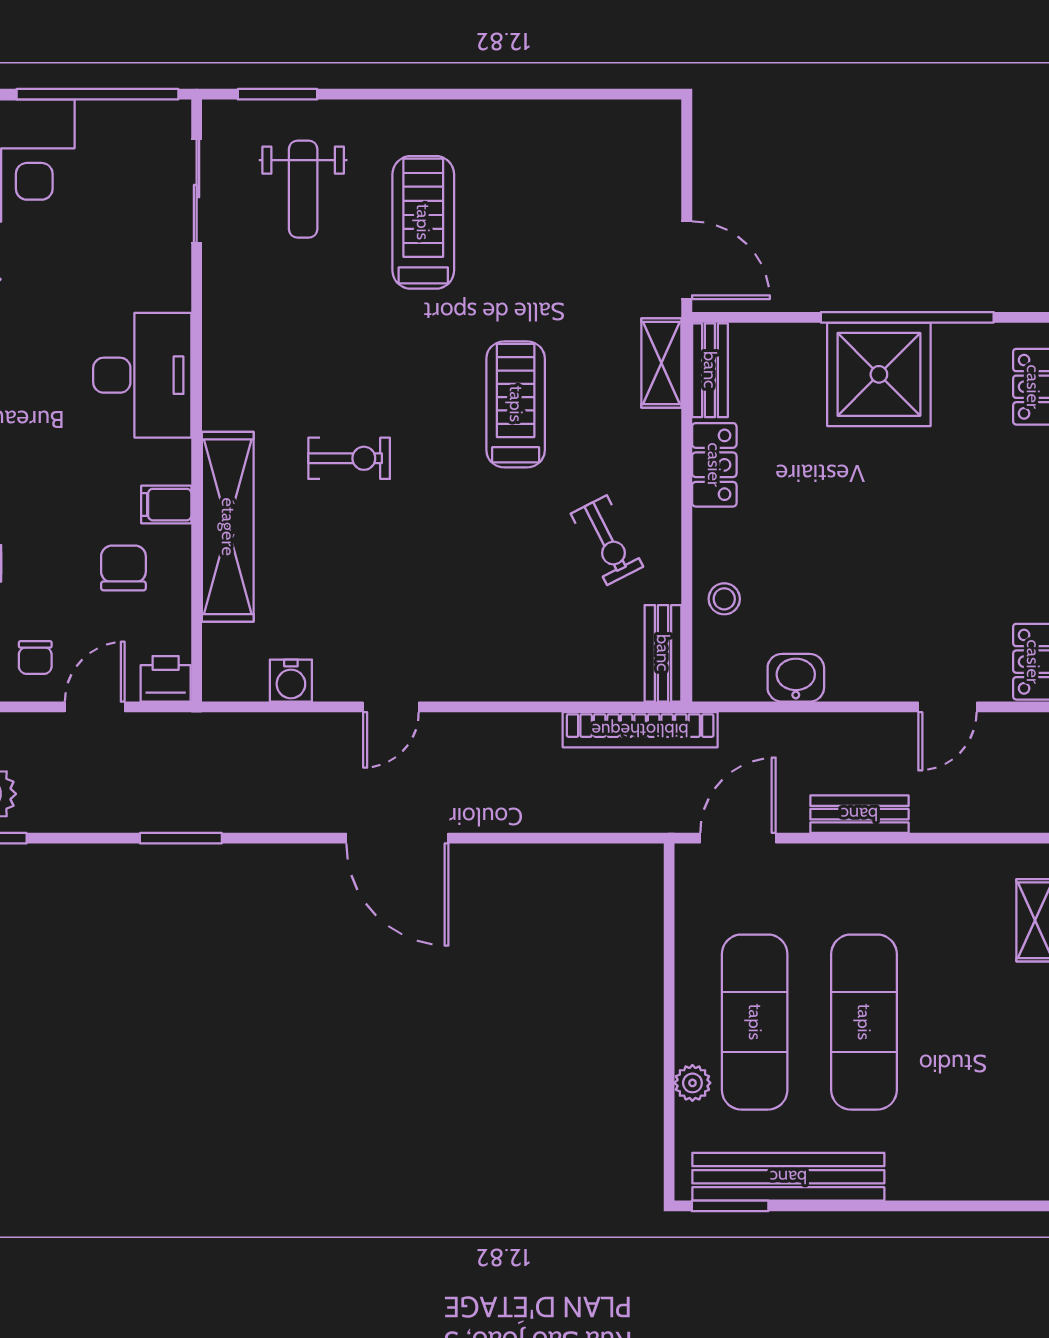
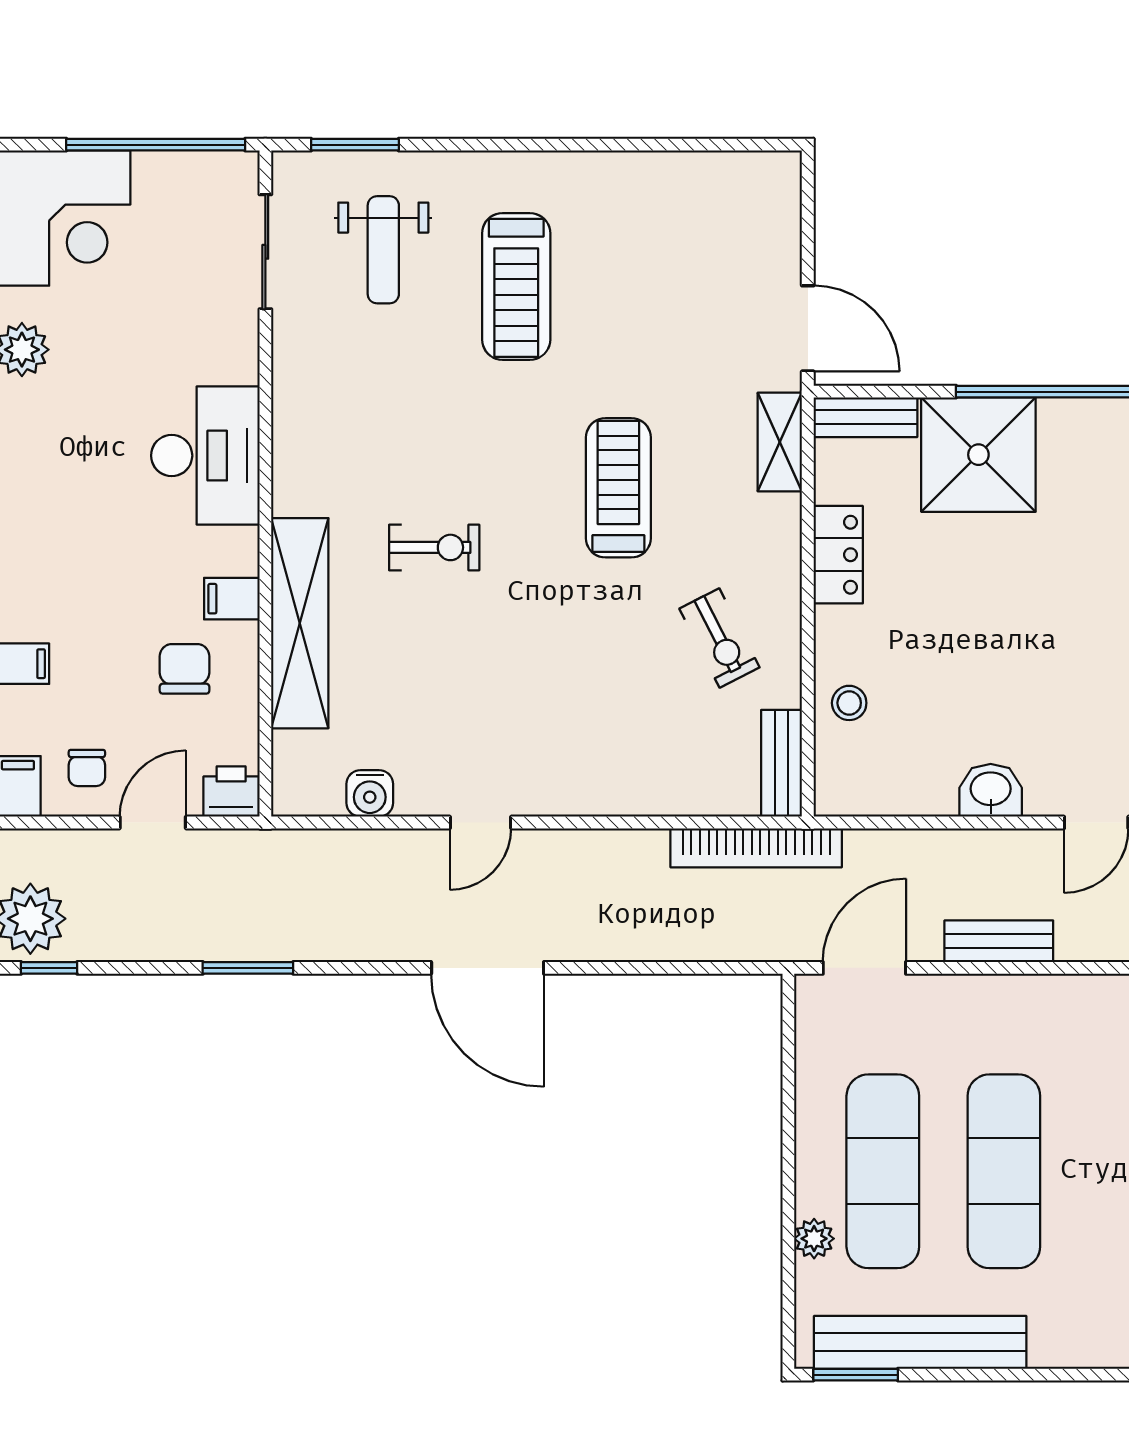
treadmill: (423, 222) -> (516, 286), turned 180
bench: (710, 370) -> (865, 417), moved, turned 90
shower: (879, 374) -> (978, 455), moved
washbasin: (796, 678) -> (991, 790), moved

